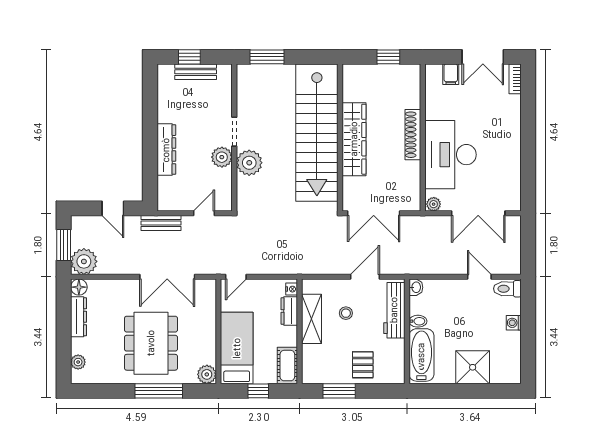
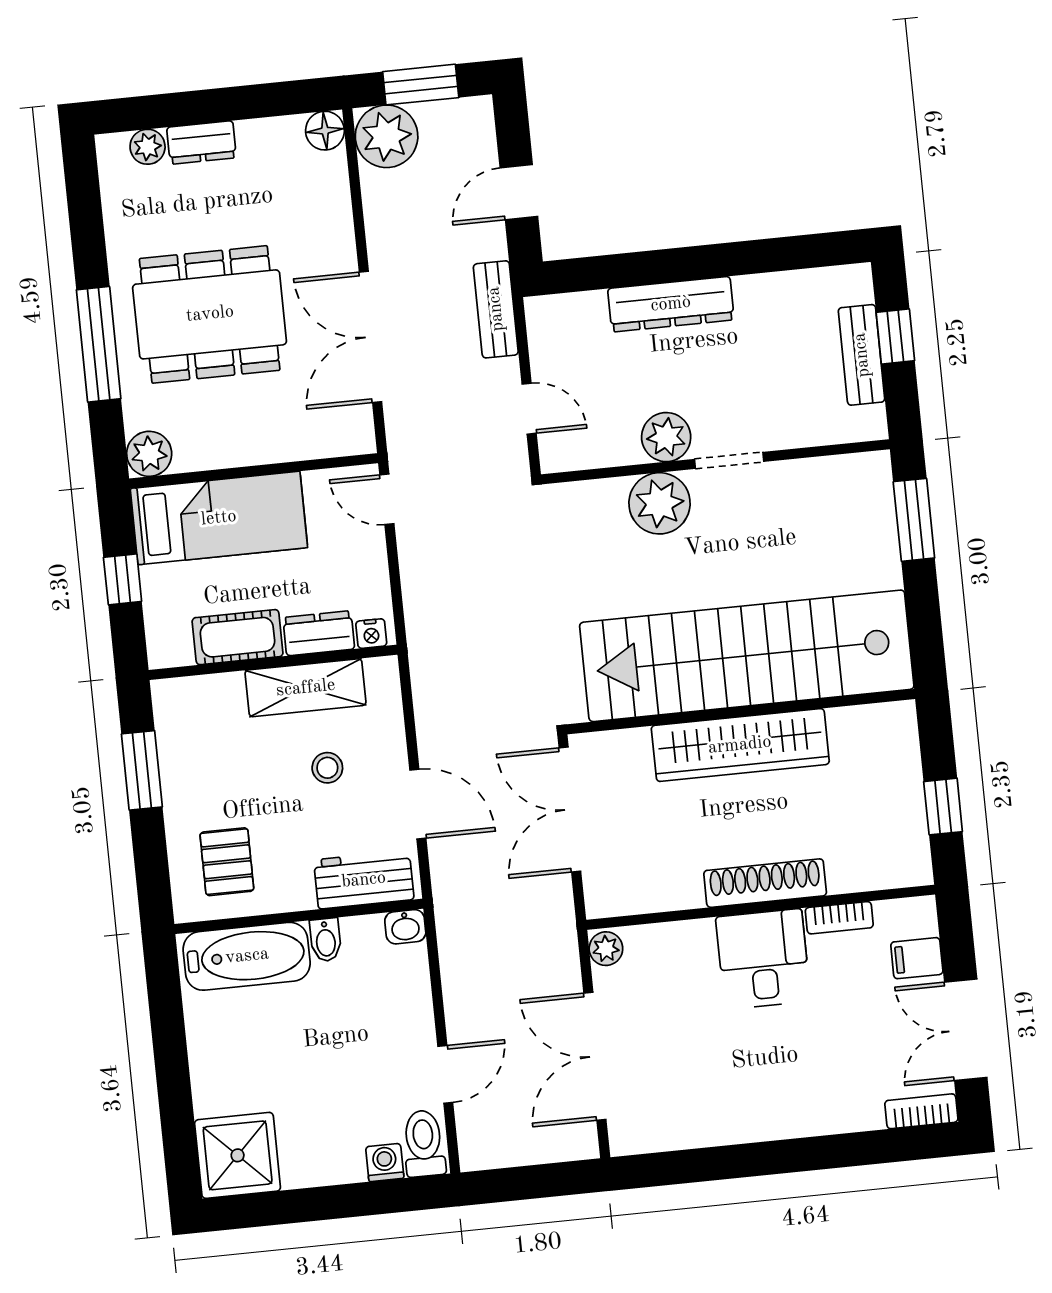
bookcase: (430, 105) -> (839, 918), added
desk: (450, 155) -> (763, 959), width x0.53, depth x0.77
workbench: (394, 310) -> (364, 880), width x0.73
dresser: (79, 317) -> (202, 142), moved, width x0.70
washing machine: (514, 323) -> (385, 1162), moved
pallet: (363, 365) -> (227, 862), moved, turned 90
cot: (287, 366) -> (238, 637), moved
shower: (473, 367) -> (238, 1155), moved

